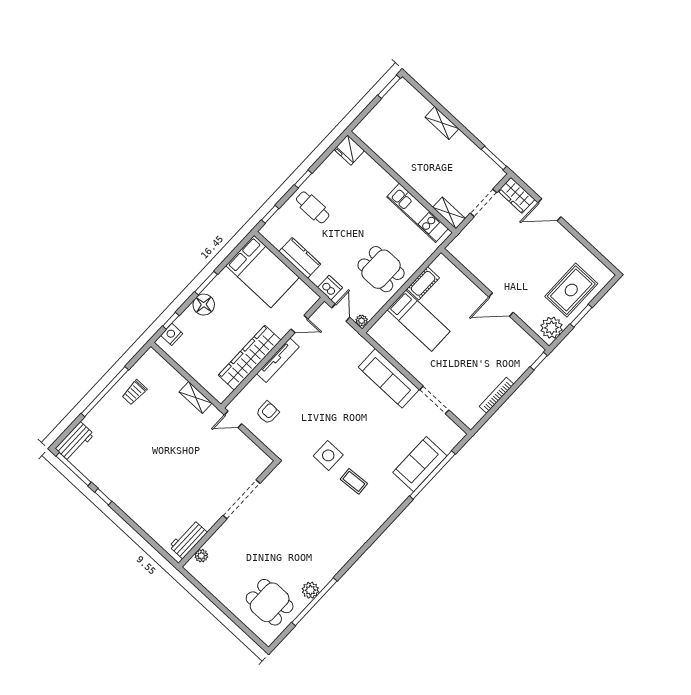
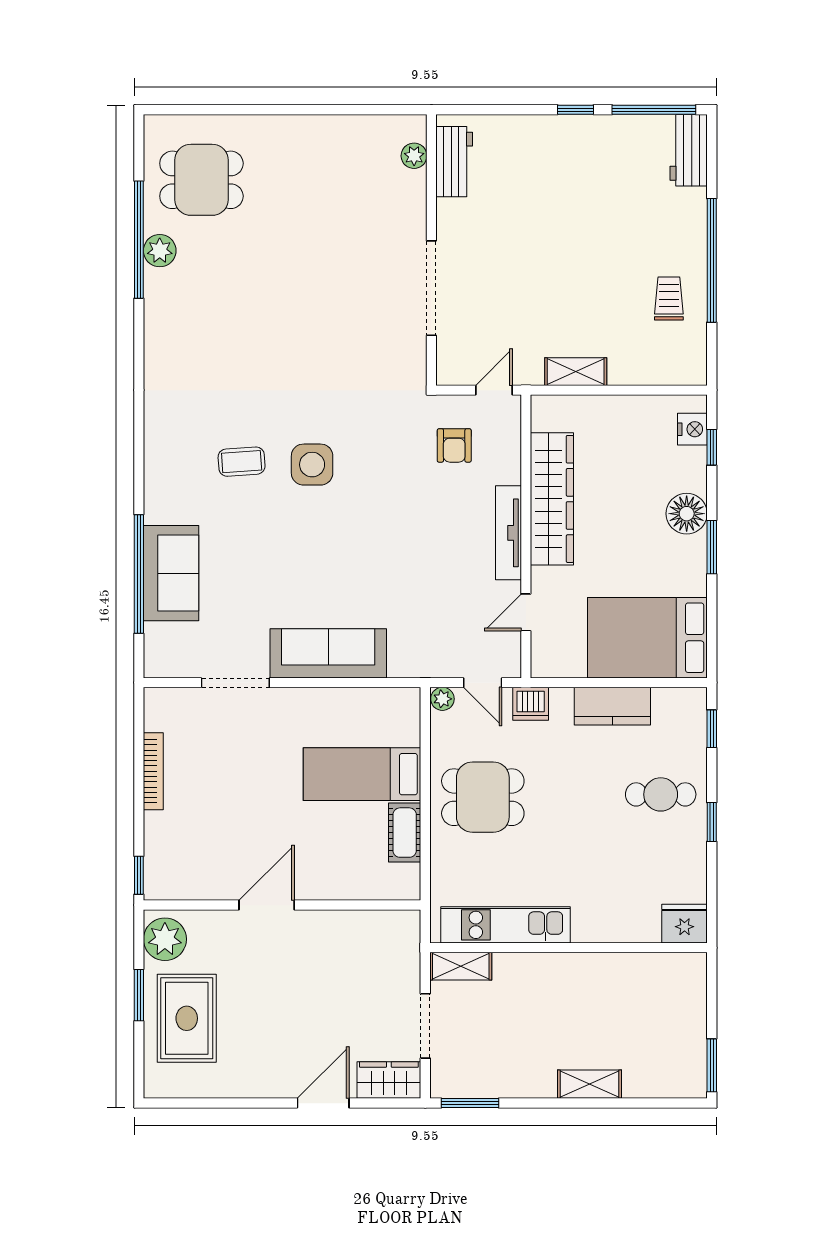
doorway: (241, 499) -> (431, 288), moved
wall: (228, 514) -> (431, 250), moved
workbench: (188, 539) -> (454, 162), moved
plant: (201, 556) -> (414, 156), moved

